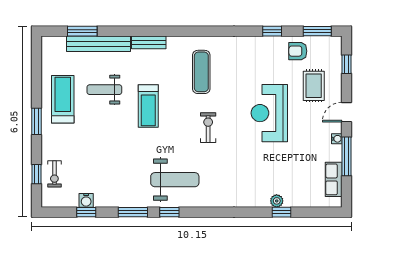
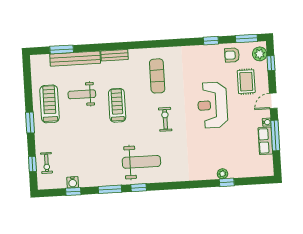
plant: (333, 52) -> (260, 54), added
treadmill: (148, 106) -> (117, 105), turned 180
row of seats: (334, 179) -> (265, 141), moved

